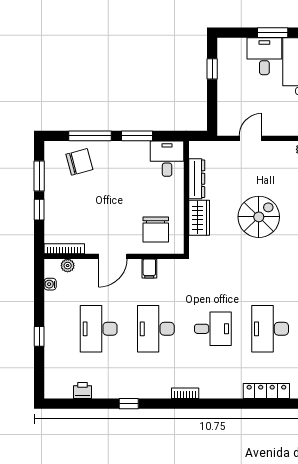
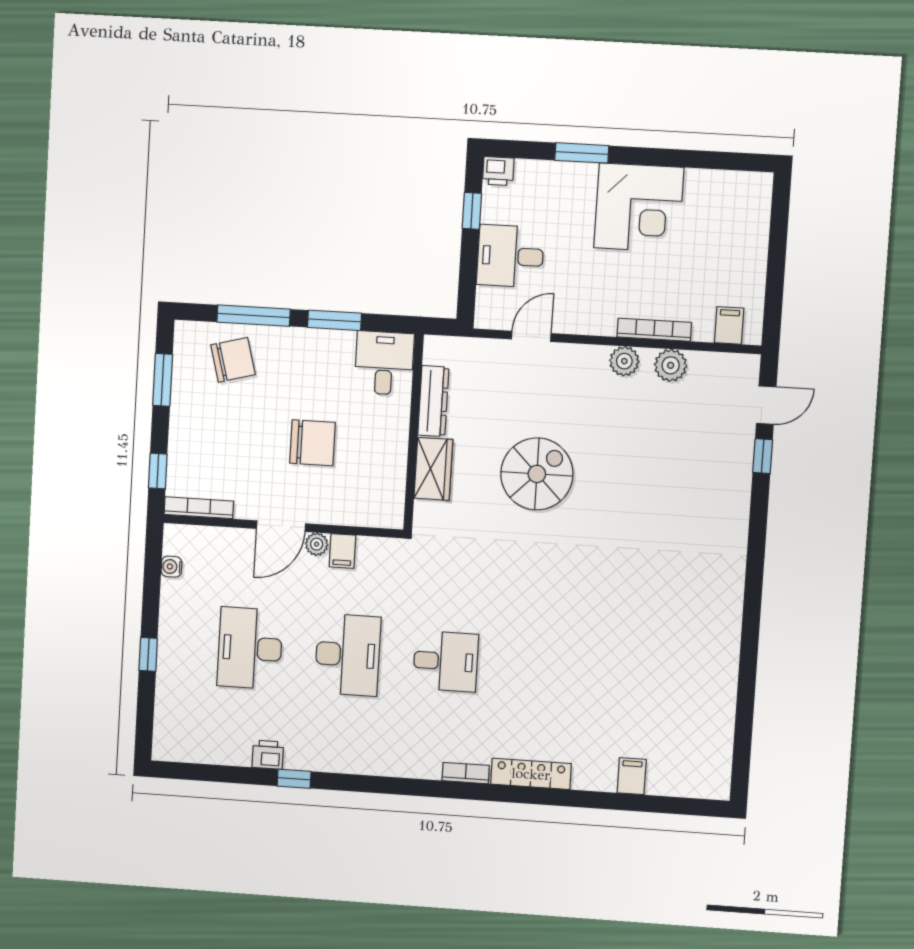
printer: (226, 46) -> (498, 171), added
desk: (264, 56) -> (510, 256), moved, turned -90
window: (39, 210) -> (158, 471), moved
chair: (156, 229) -> (313, 443), moved, turned -90
plant: (68, 266) -> (317, 544), moved
desk: (156, 329) -> (348, 655), turned 180
desk: (270, 329) -> (544, 668), removed
printer: (83, 391) -> (268, 755), moved
bookcase: (185, 393) -> (466, 773), moved

